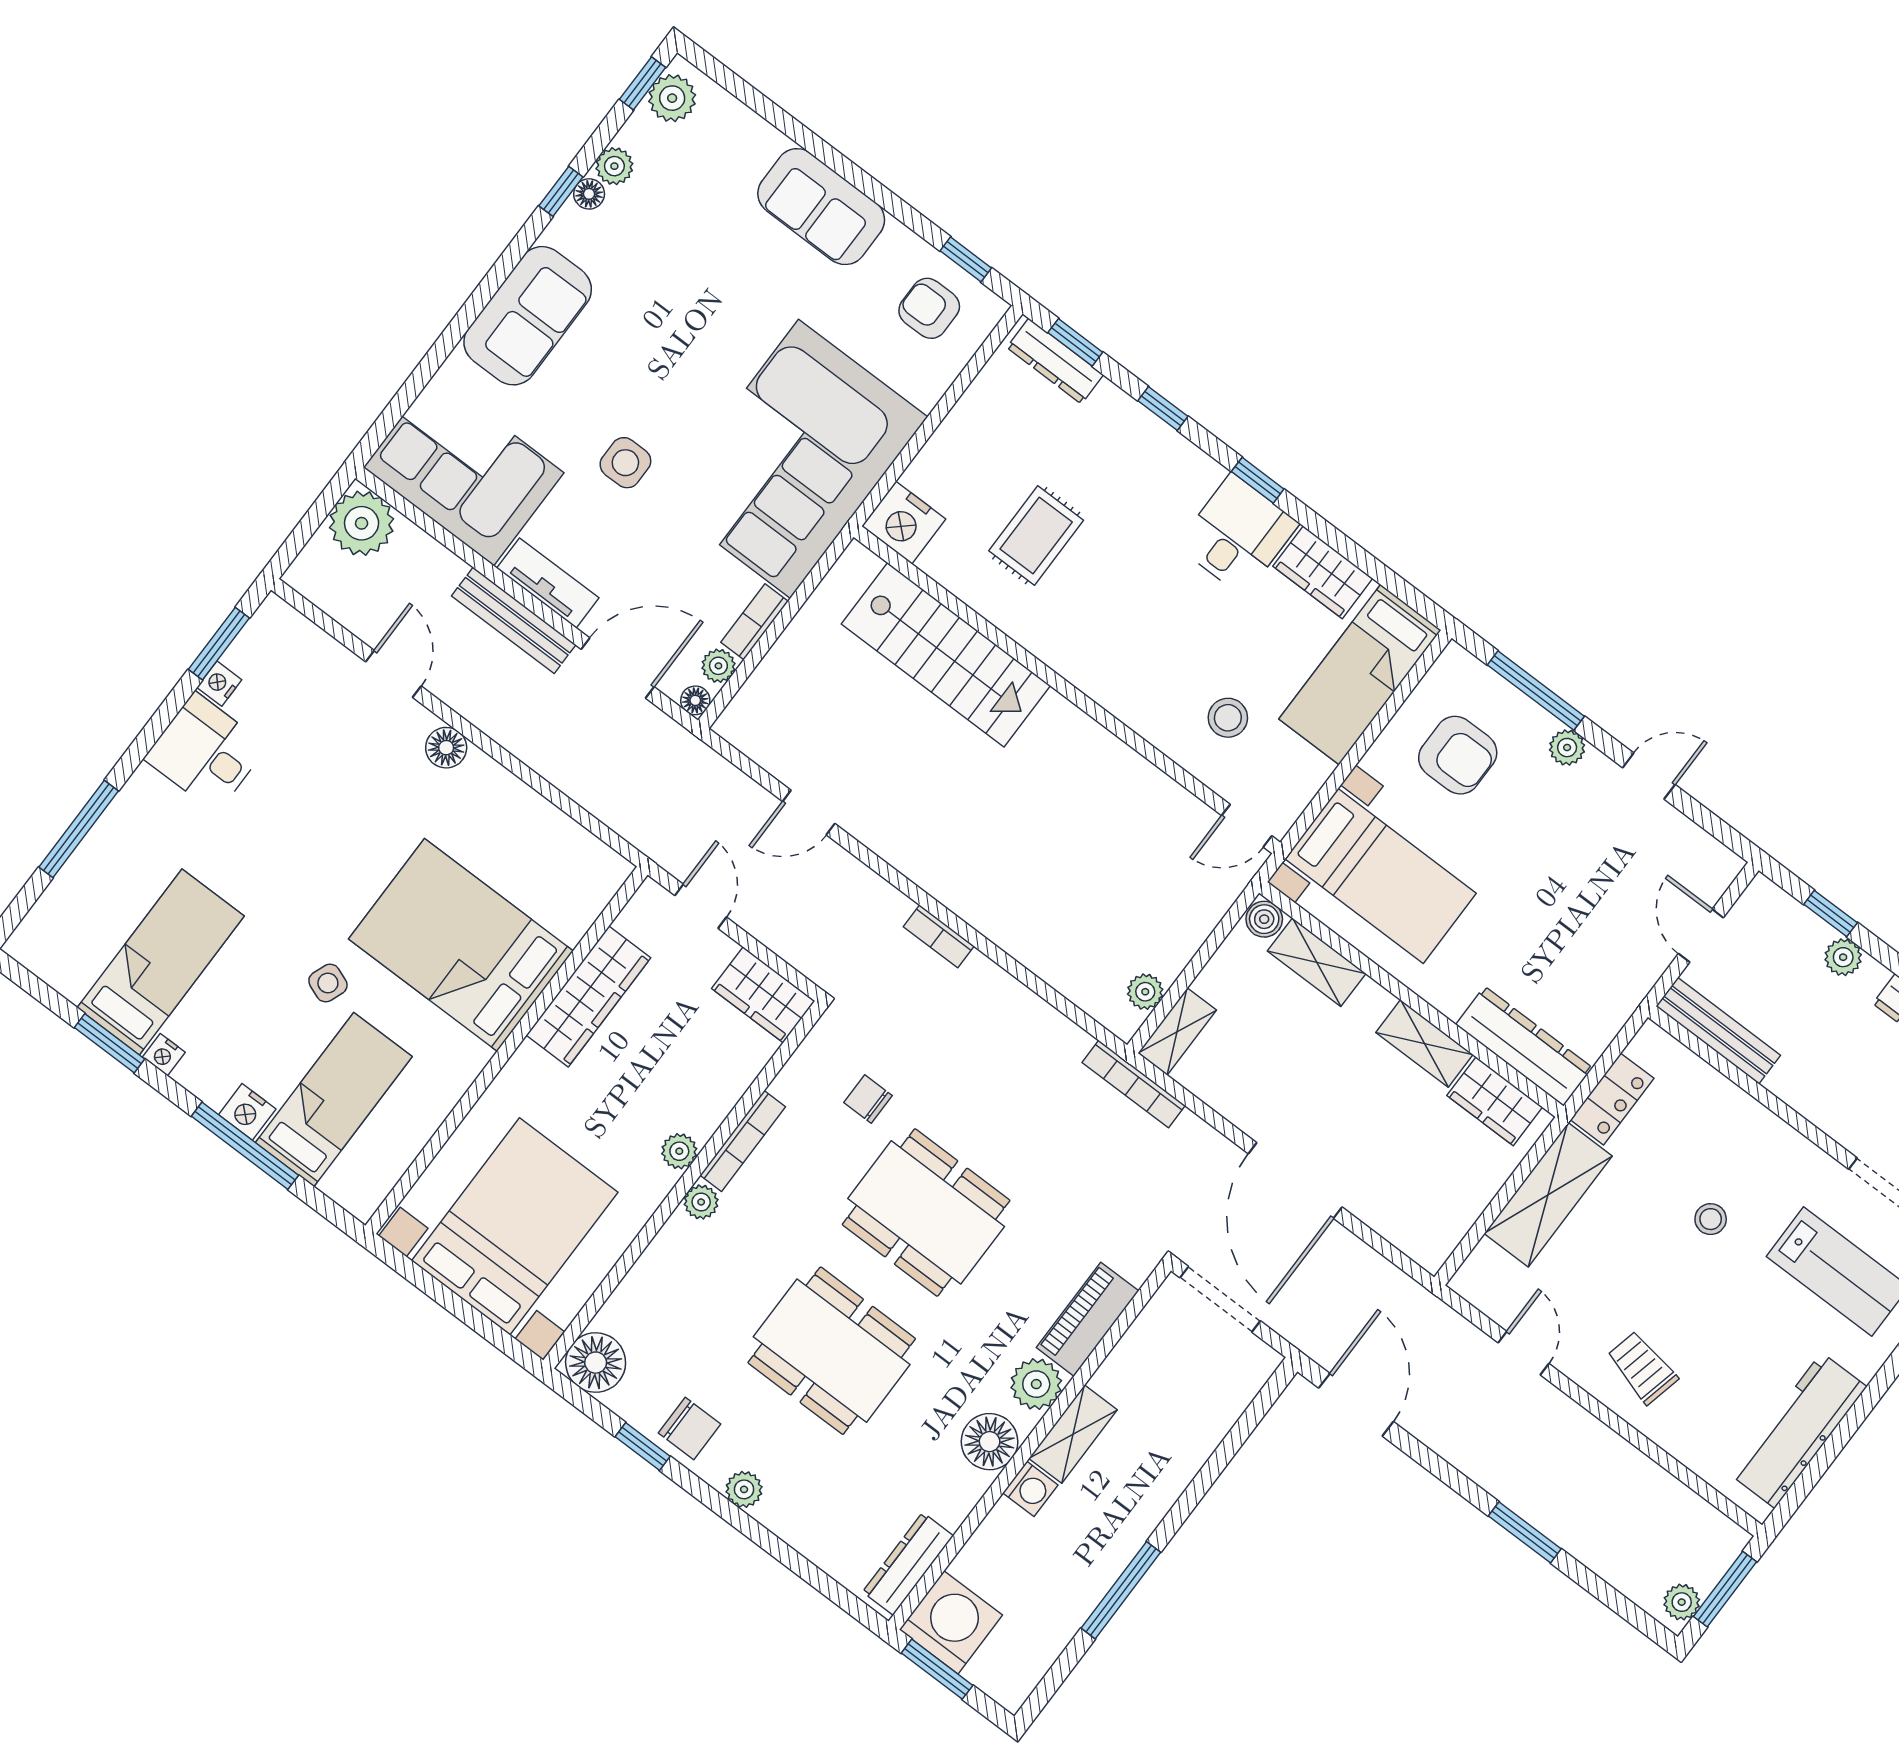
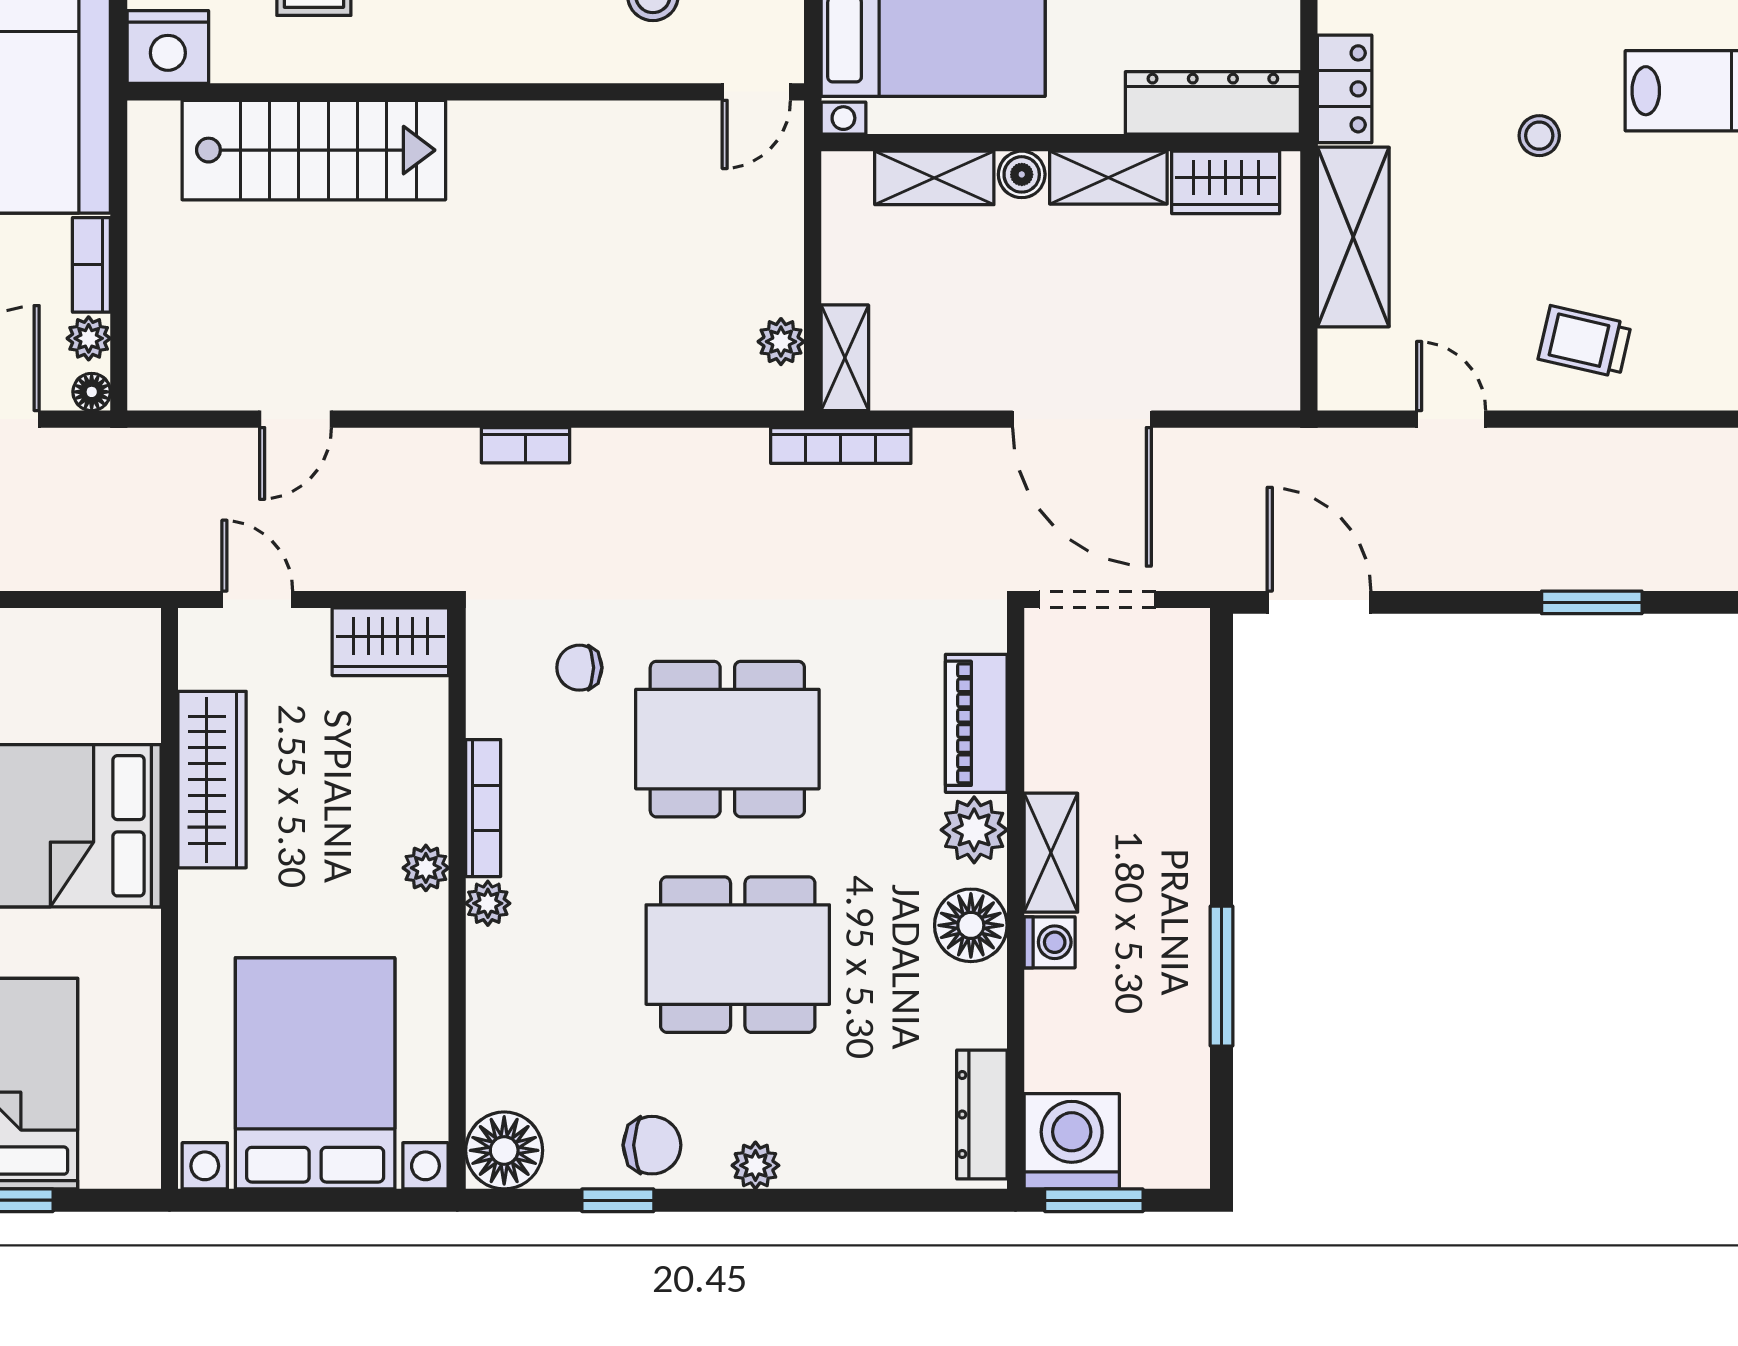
boiler: (1264, 919) -> (1022, 174), moved

